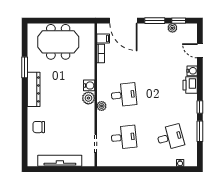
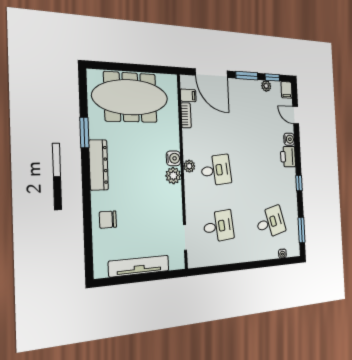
filing cabinet: (192, 30) -> (287, 90), added
meeting table: (58, 42) -> (131, 97), width x1.36
plant: (102, 106) -> (189, 166), moved
window: (200, 131) -> (301, 230), moved

